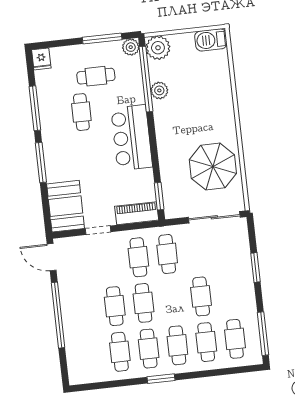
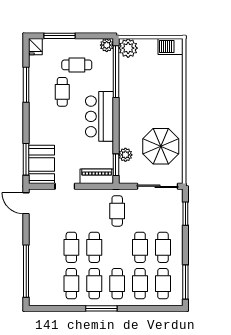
window: (102, 39) -> (59, 36), moved
plant: (159, 90) -> (125, 155), moved
window: (41, 162) -> (26, 159), moved
cafe table: (138, 257) -> (163, 247), moved
window: (255, 267) -> (185, 214), moved
window: (58, 315) -> (26, 271), moved
window: (161, 379) -> (101, 308), width x1.44

